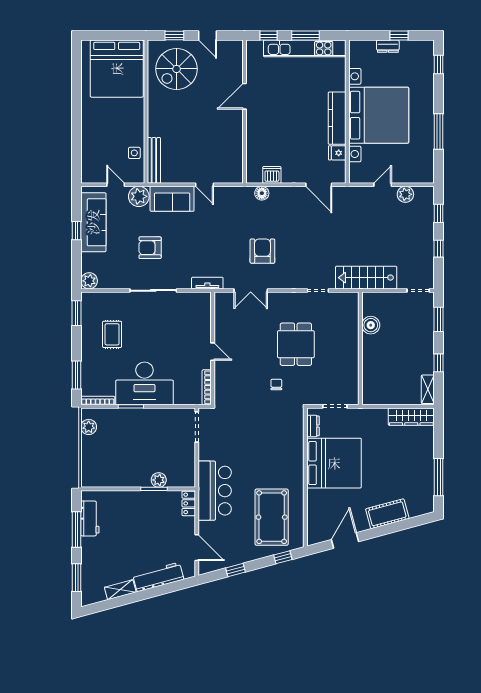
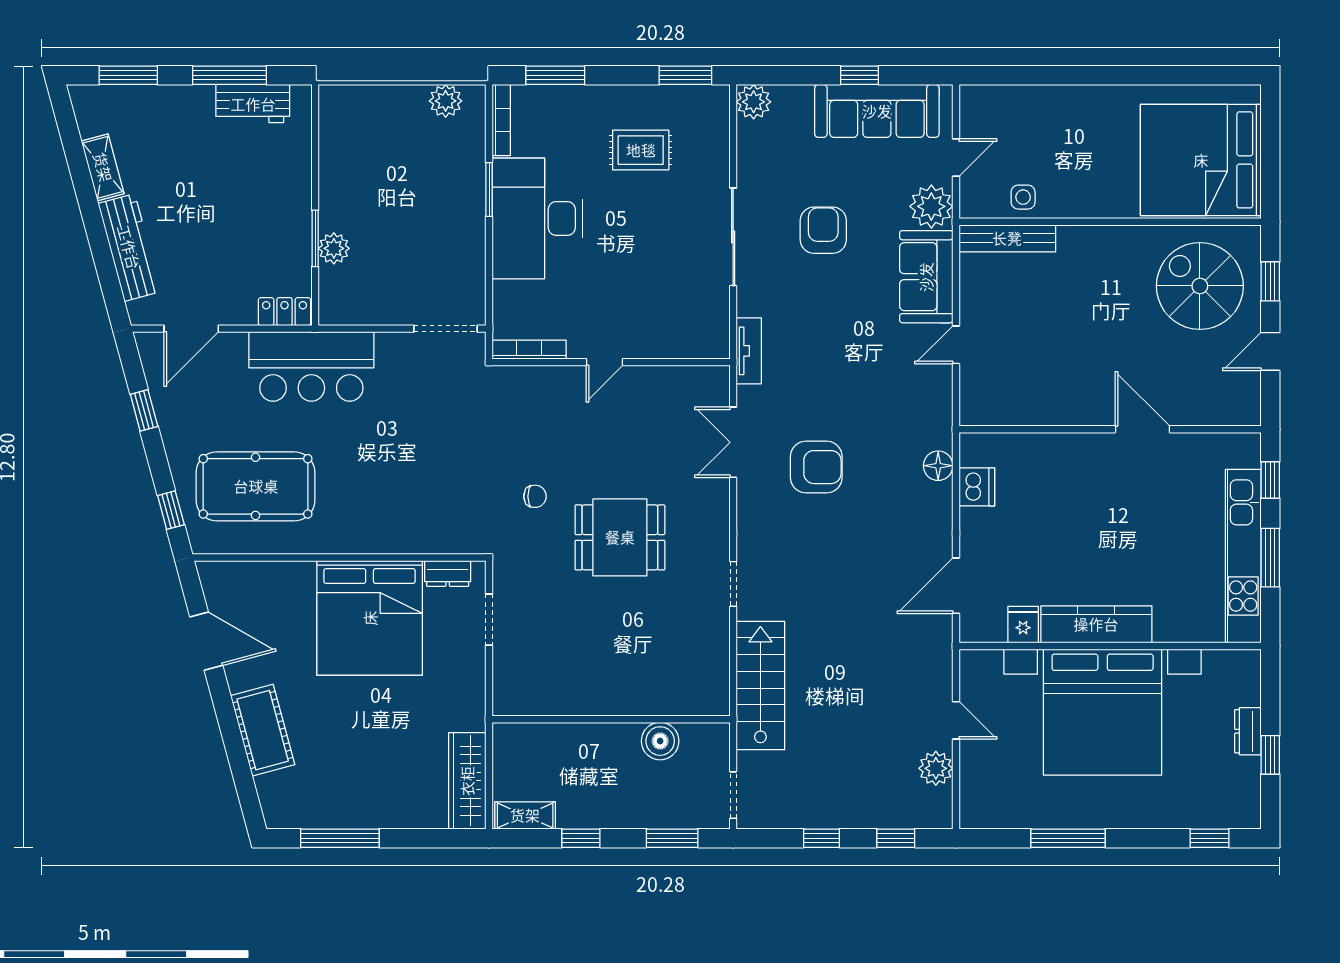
boiler: (371, 325) -> (660, 741), moved
wall: (360, 348) -> (611, 719), moved

